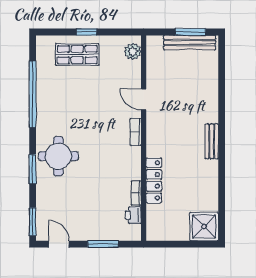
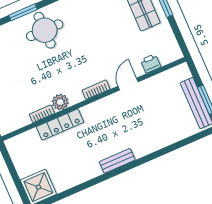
plant: (133, 51) -> (60, 102), moved
printer: (133, 215) -> (151, 64), moved

